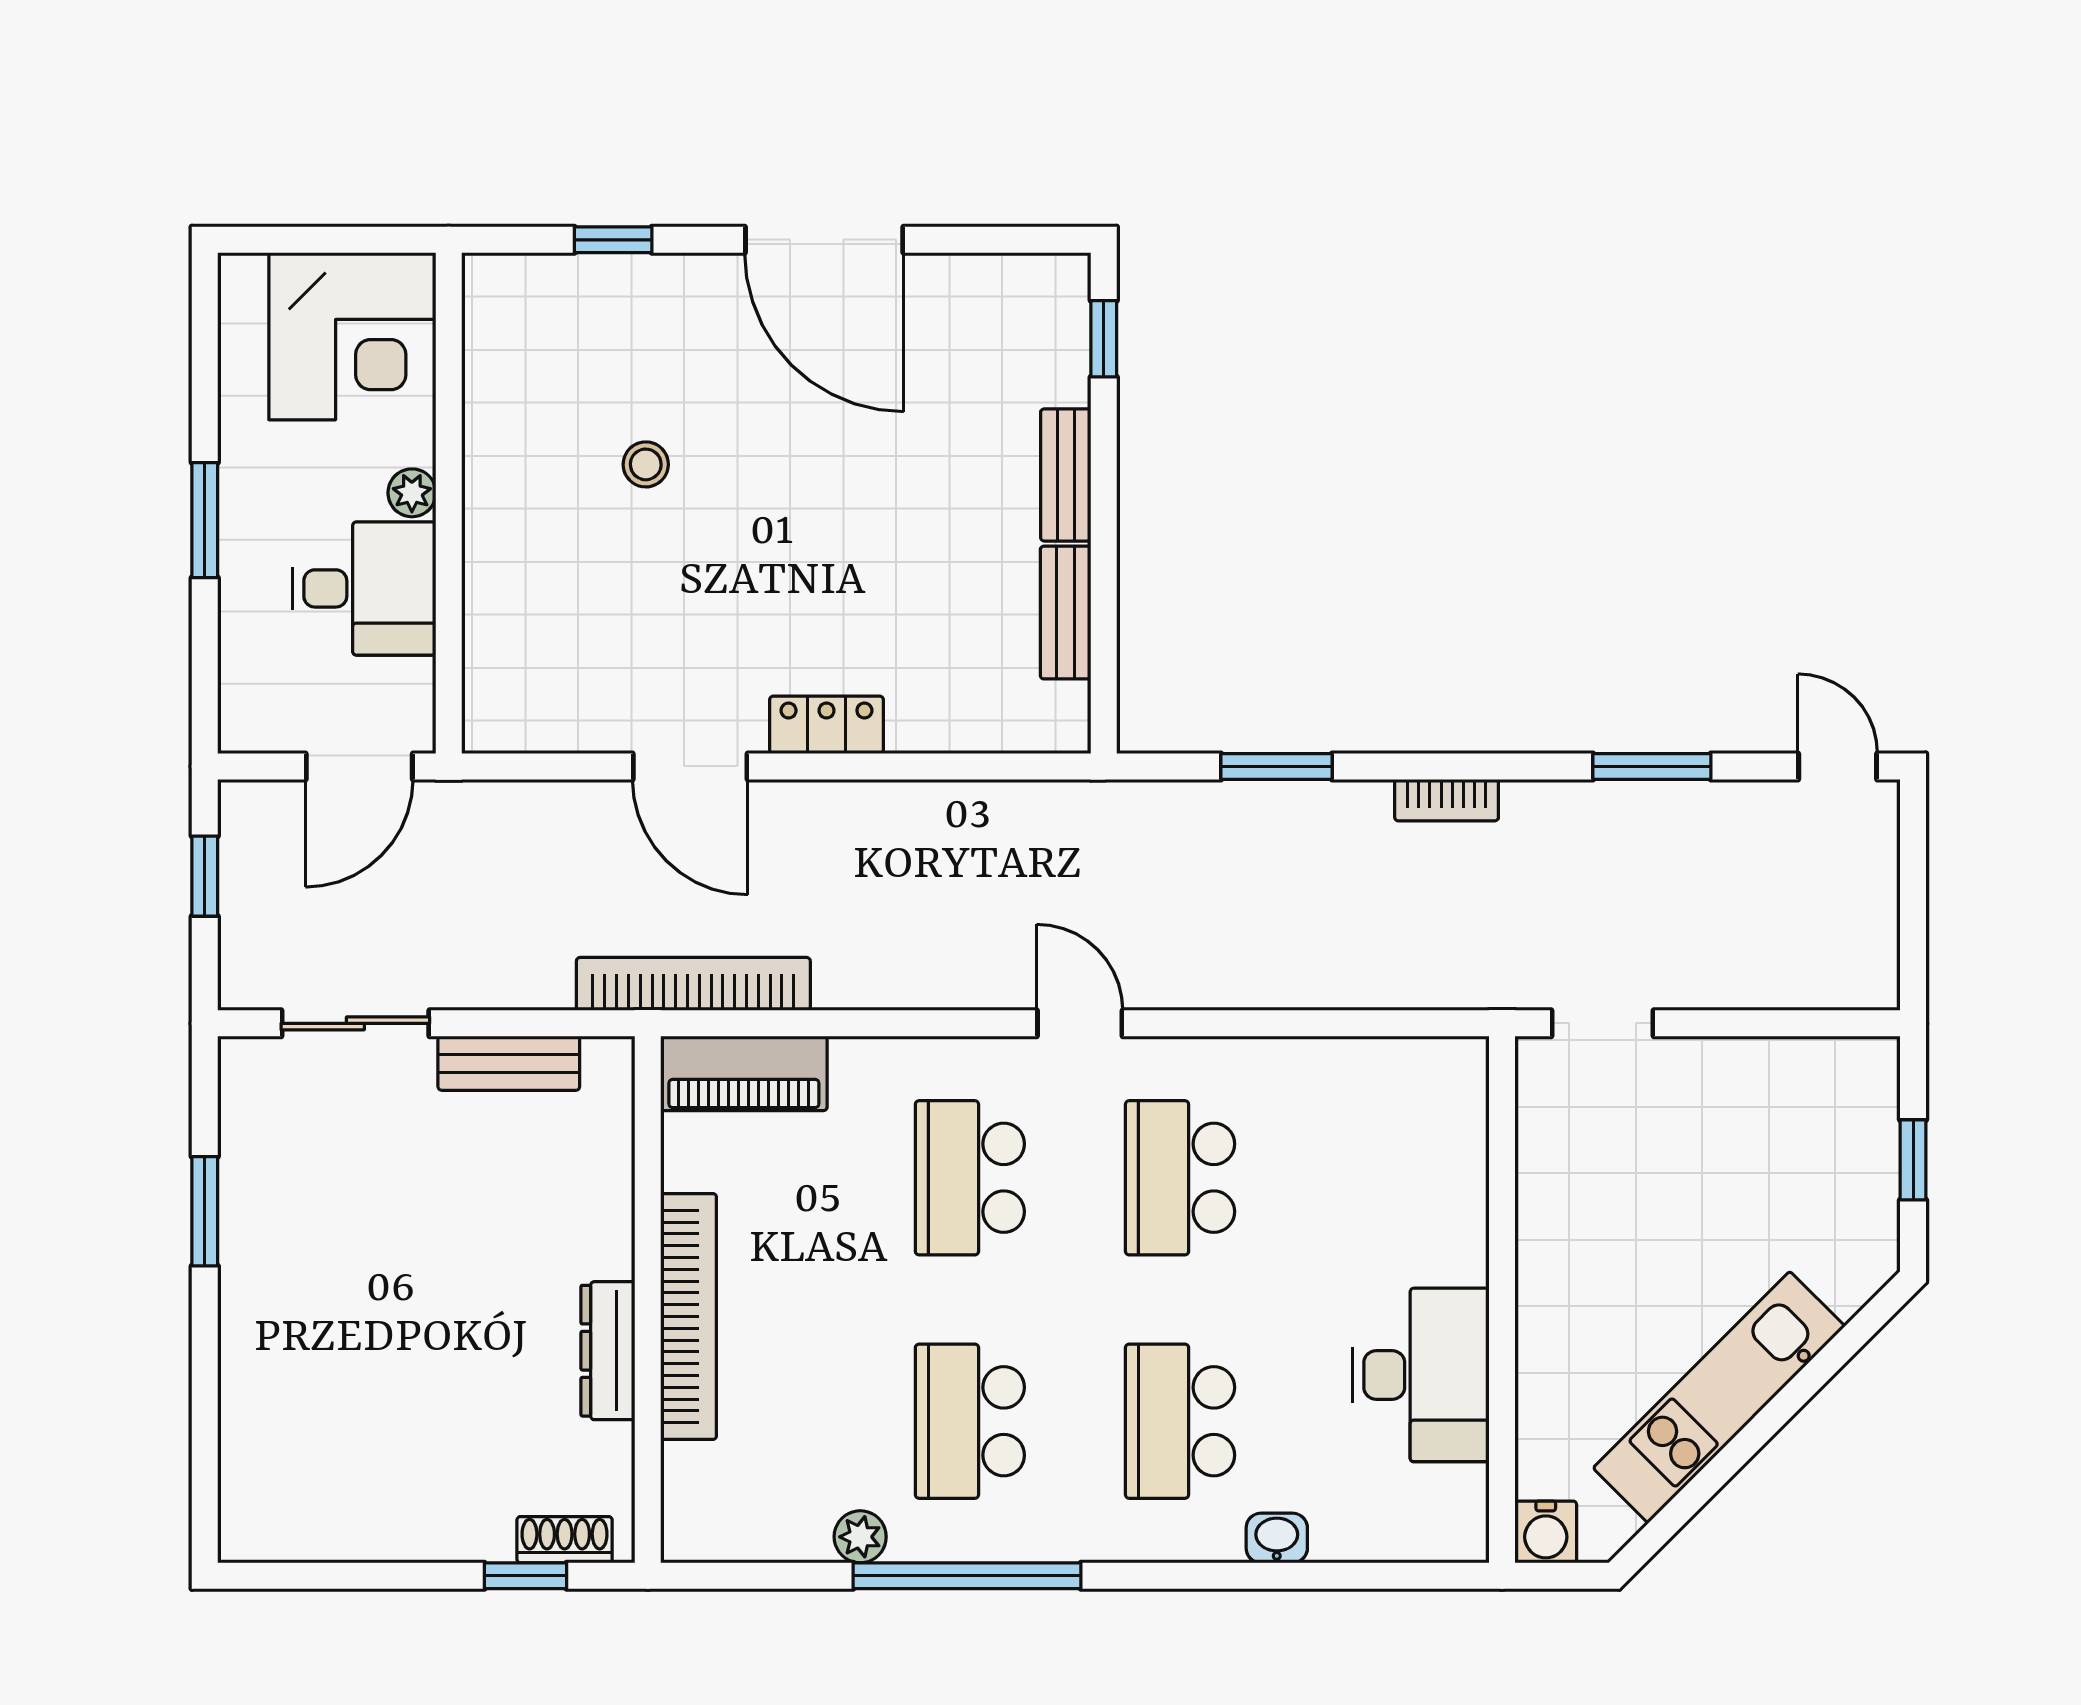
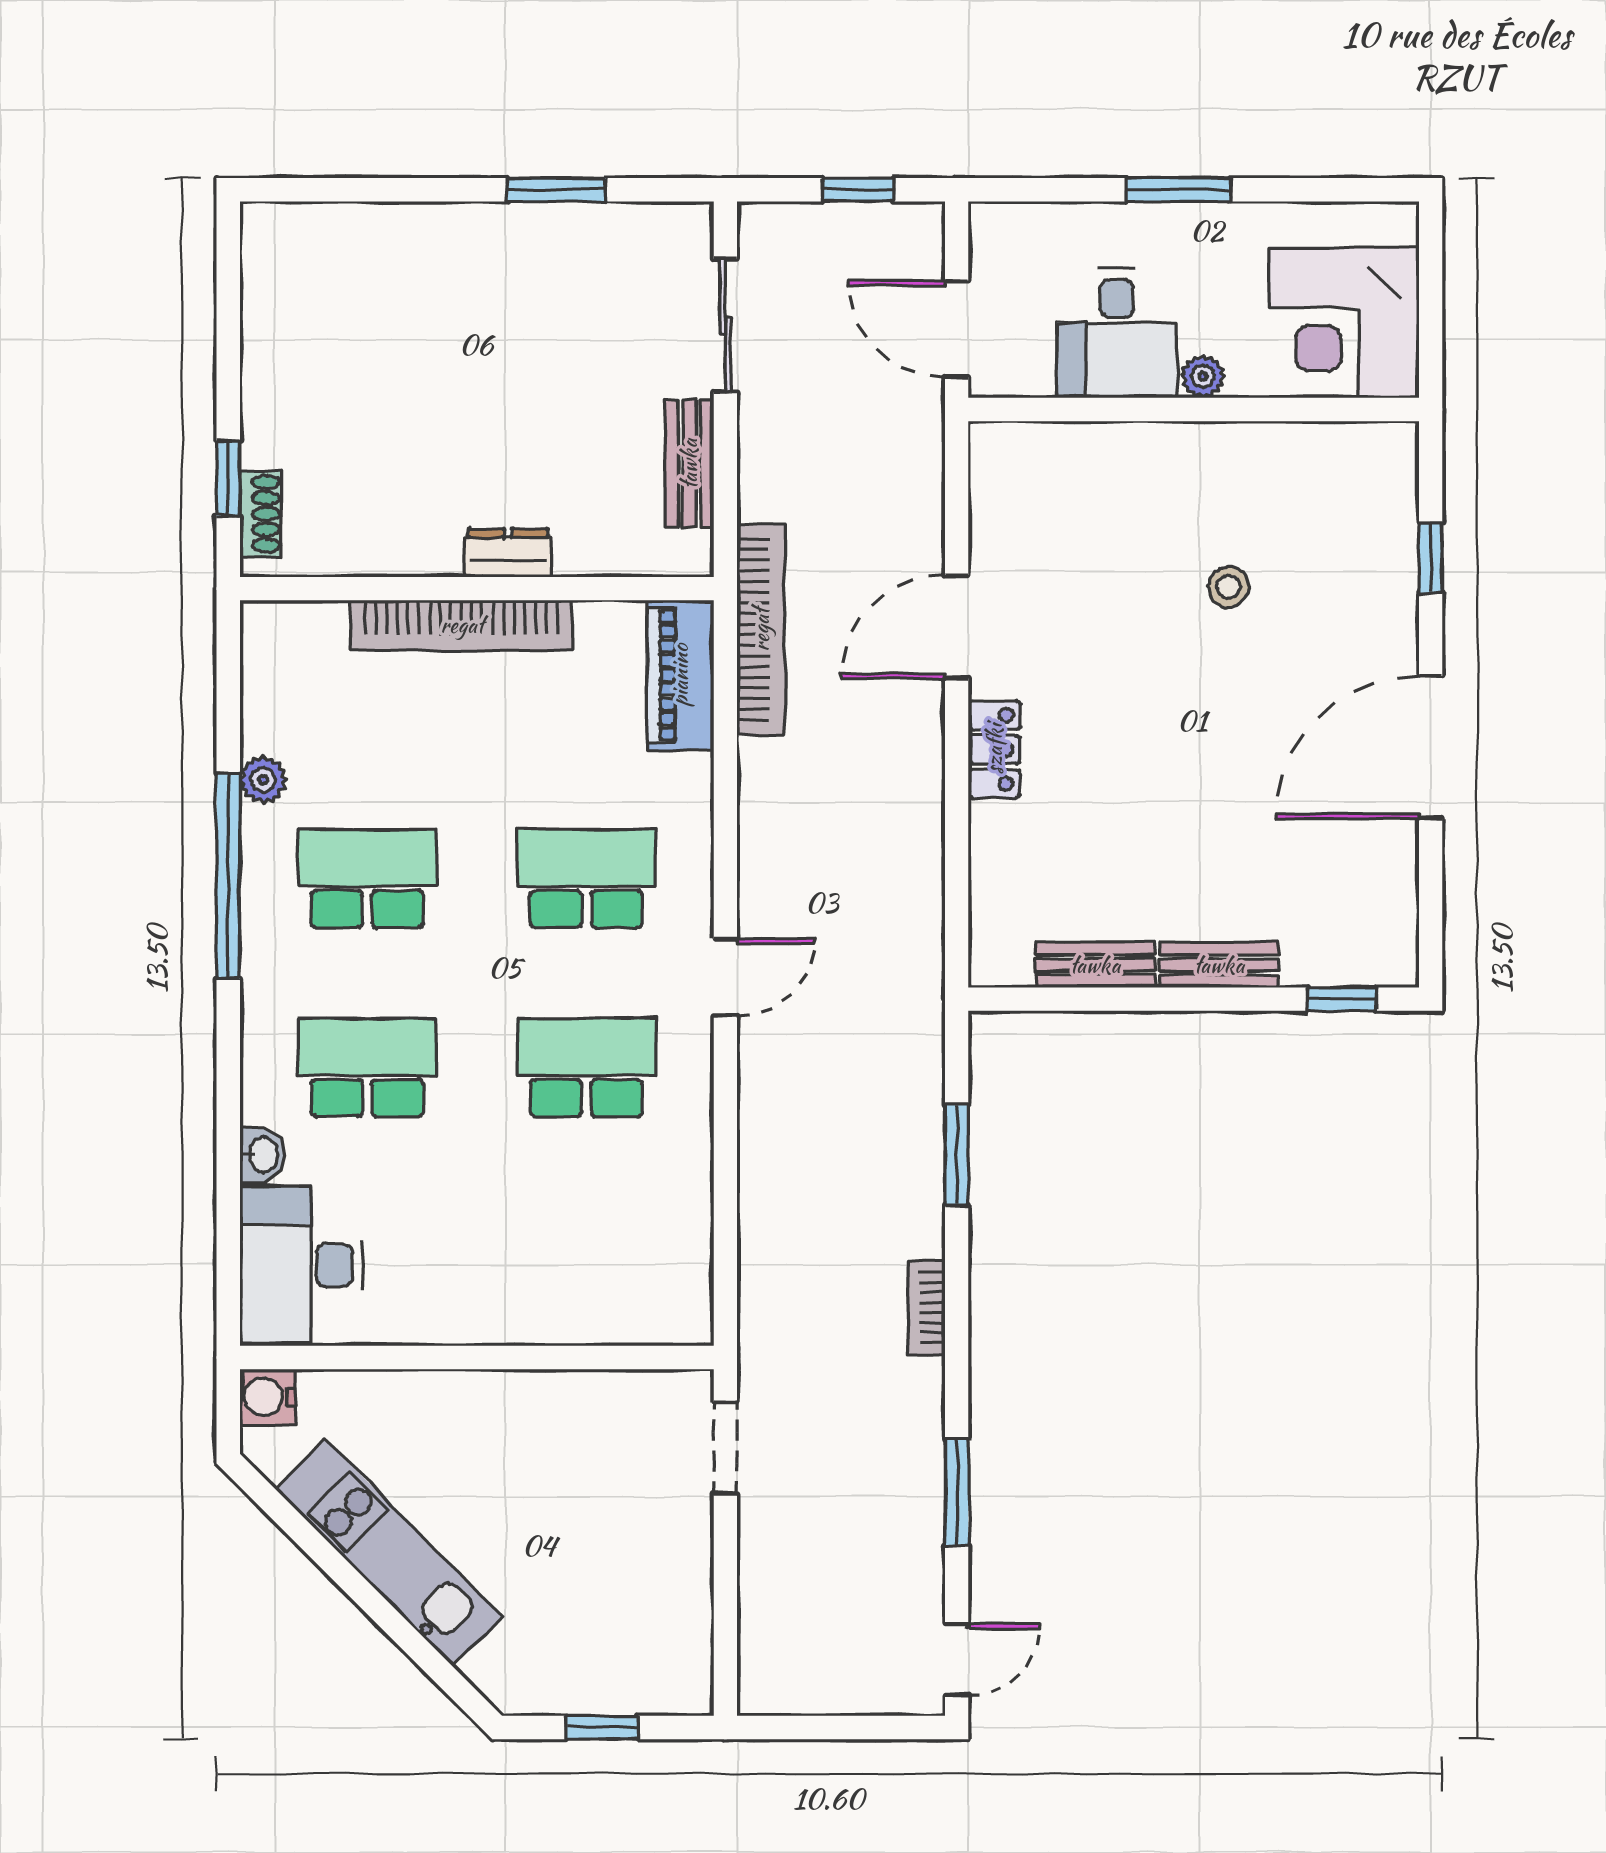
dresser: (608, 1351) -> (508, 553), moved, width x0.70
desk: (1421, 1375) -> (301, 1265), moved, turned 90

